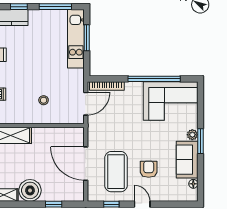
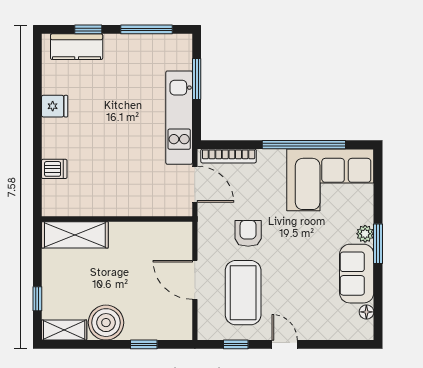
kitchen unit: (76, 39) -> (179, 118), moved
stool: (44, 100) -> (128, 179), removed
door: (86, 104) -> (195, 184), hinge flipped
door: (86, 164) -> (195, 280), width x0.73
armchair: (149, 169) -> (248, 233), moved

